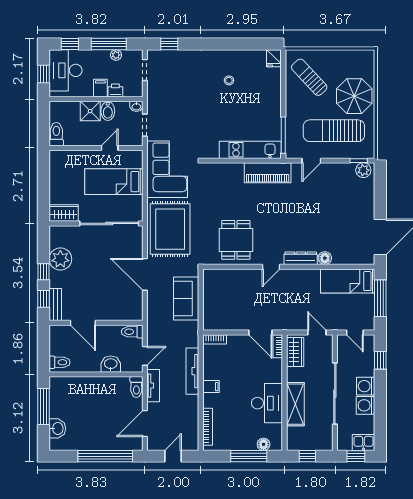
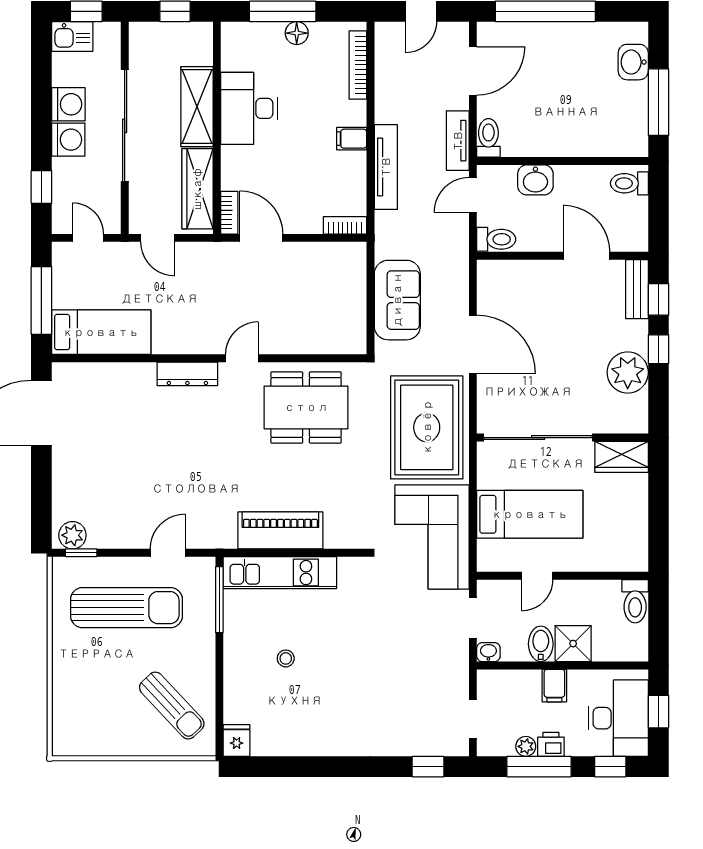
stool: (229, 80) -> (286, 658), moved
printer: (115, 90) -> (551, 744), moved, turned 180
parasol: (354, 96) -> (89, 671), removed
piano: (268, 173) -> (280, 530), moved
dining table: (236, 240) -> (306, 407), width x1.38
floor lamp: (325, 258) -> (143, 374), removed
wardrobe: (295, 352) -> (197, 189), width x1.50
floor lamp: (264, 444) -> (297, 33), moved

